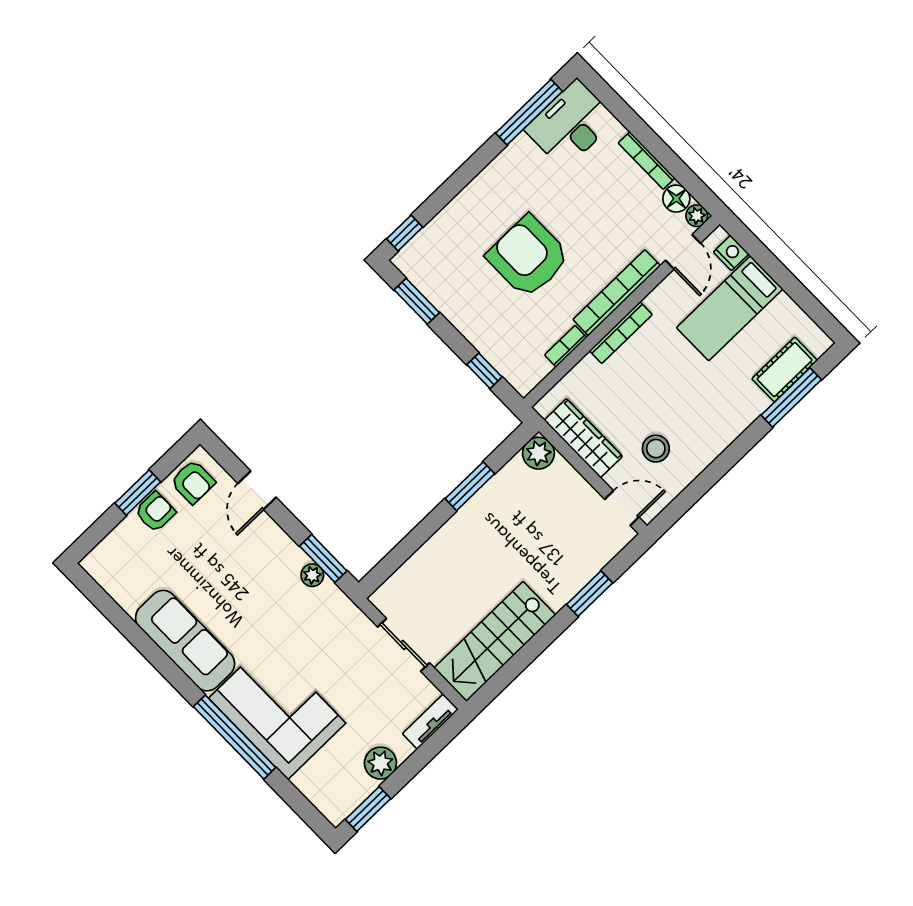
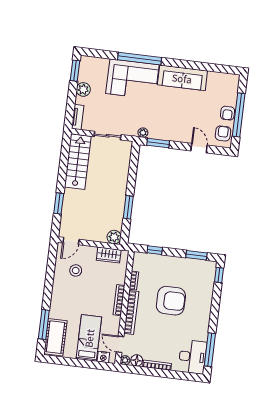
cot: (785, 370) -> (55, 337), width x1.37, depth x1.34
wardrobe: (583, 438) -> (109, 255), width x0.67
armchair: (193, 482) -> (223, 133), turned 90
window: (138, 493) -> (239, 115), width x2.11
plant: (312, 575) -> (143, 133), moved

